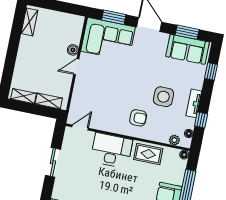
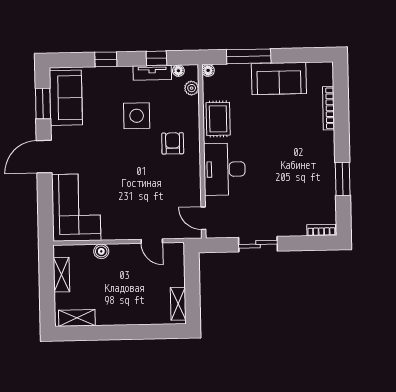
window: (114, 17) -> (45, 207), removed
door: (76, 67) -> (152, 241), moved
window: (211, 71) -> (106, 59), moved
shelving: (49, 101) -> (61, 275), moved
tv unit: (194, 103) -> (152, 73), moved

